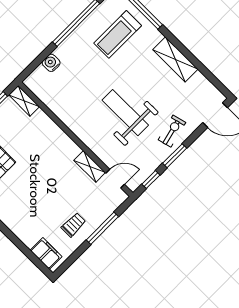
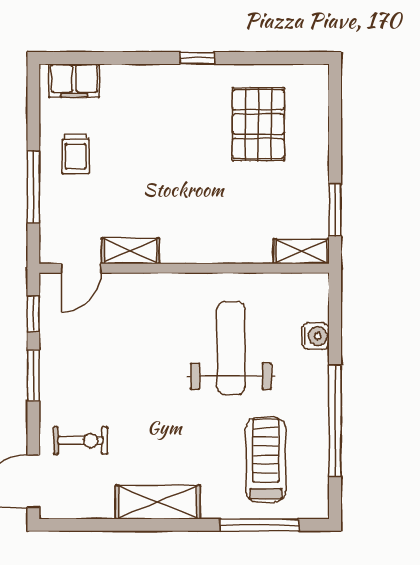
weight bench: (125, 113) -> (231, 348), moved, turned -90
exercise bike: (172, 131) -> (81, 441), moved, turned -76

